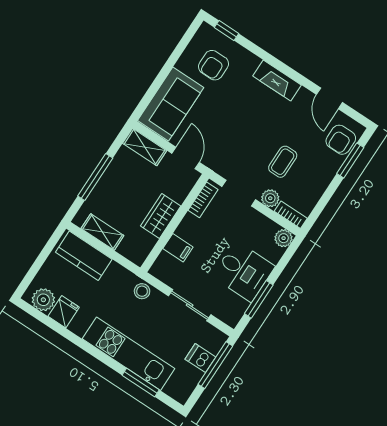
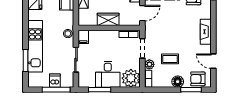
door: (329, 98) -> (213, 61), hinge flipped
floor lamp: (325, 173) -> (178, 82), added
plant: (284, 238) -> (131, 78), width x1.88, depth x1.88
filing cabinet: (178, 248) -> (83, 37), moved

